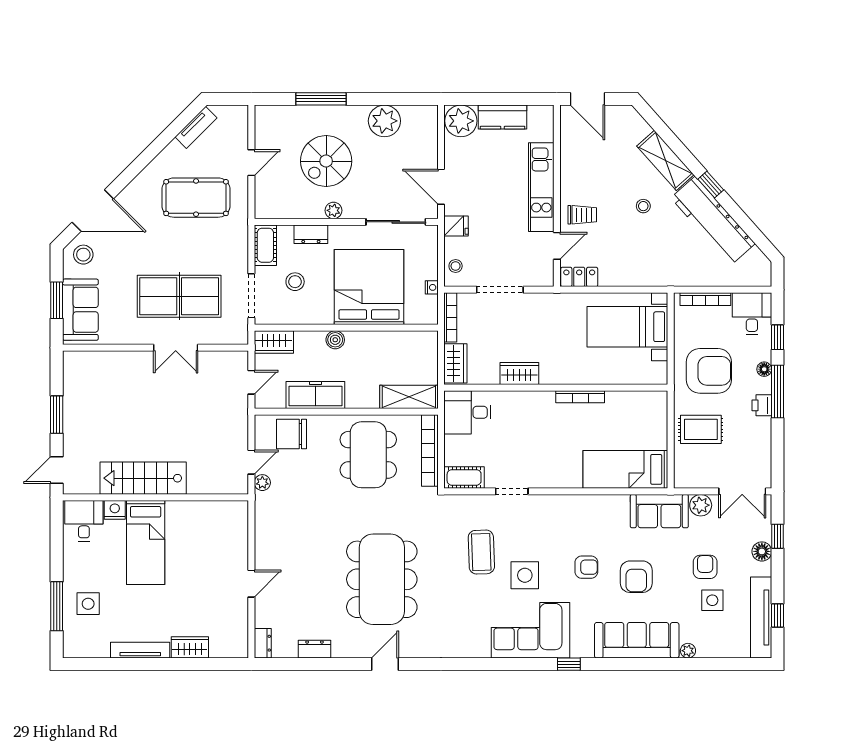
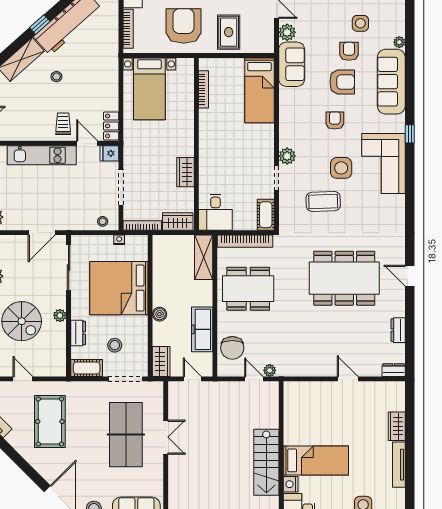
fridge: (456, 226) -> (109, 153), moved, turned -90
bookcase: (580, 397) -> (203, 89), moved
plant: (540, 505) -> (287, 156), added
armchair: (705, 567) -> (349, 51), moved, turned 90

